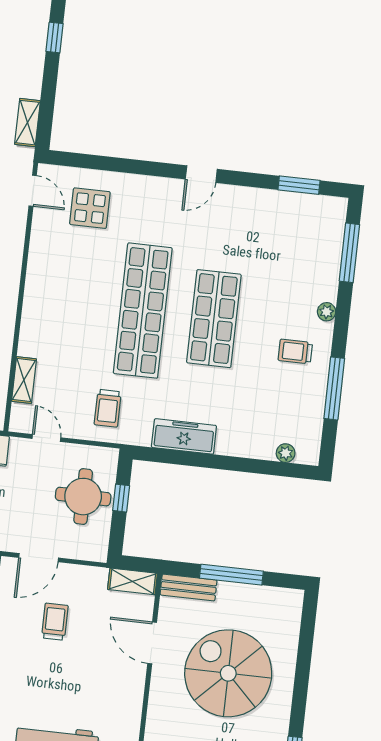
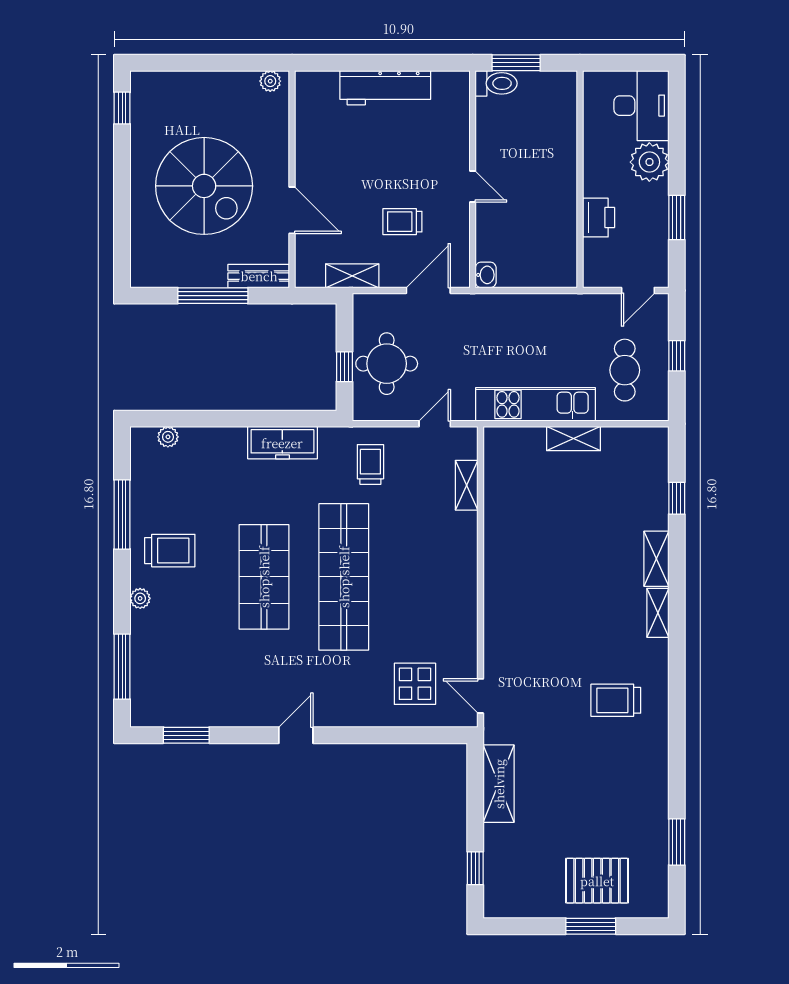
shelving: (27, 123) -> (499, 784), width x1.50, depth x1.33
trolley: (295, 351) -> (170, 551), width x1.36, depth x1.39
door: (46, 438) -> (435, 424), swing flipped
shelving: (133, 581) -> (352, 276), moved
trolley: (55, 622) -> (402, 222), turned 90

